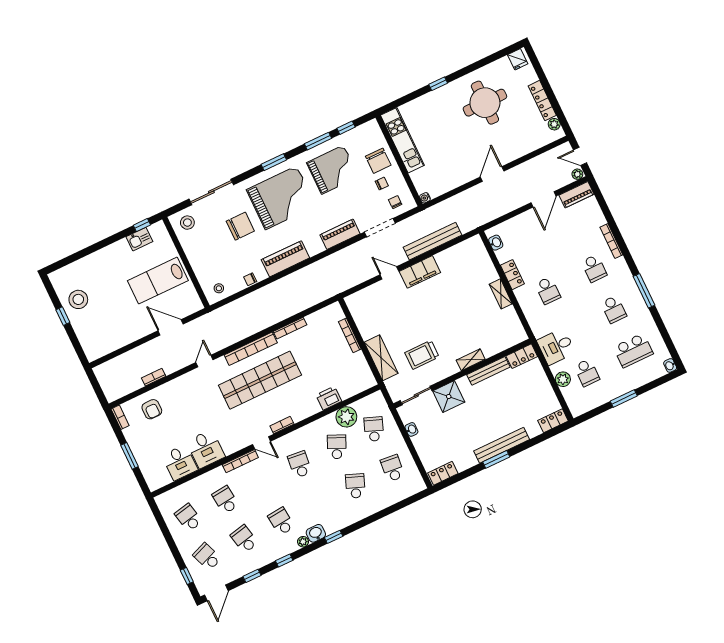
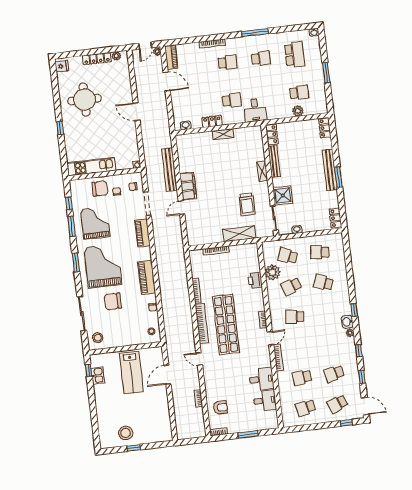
chair: (240, 226) -> (113, 301), turned -90
desk: (556, 347) -> (255, 110), moved
school desk: (337, 447) -> (291, 286), turned -42
school desk: (281, 521) -> (330, 343), removed

